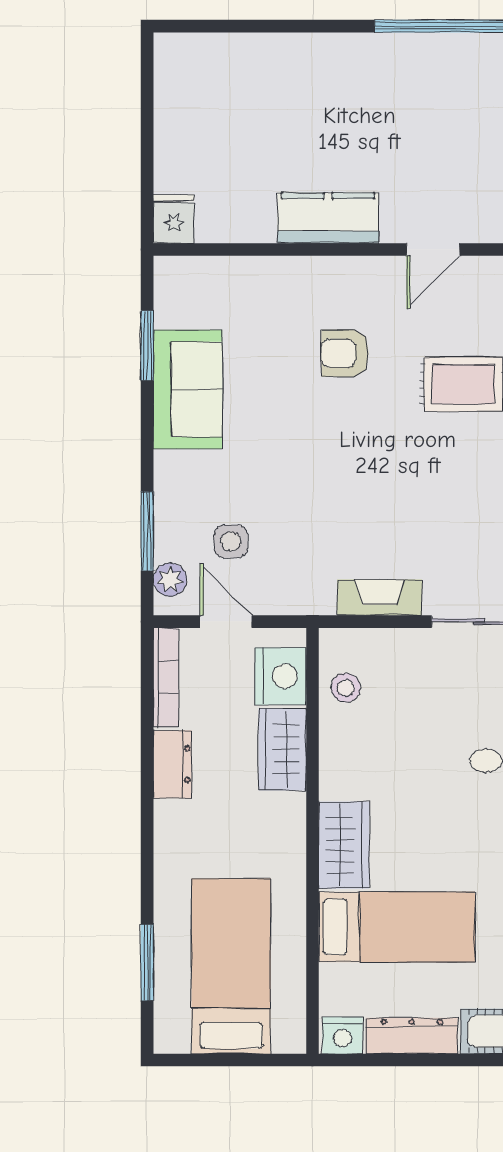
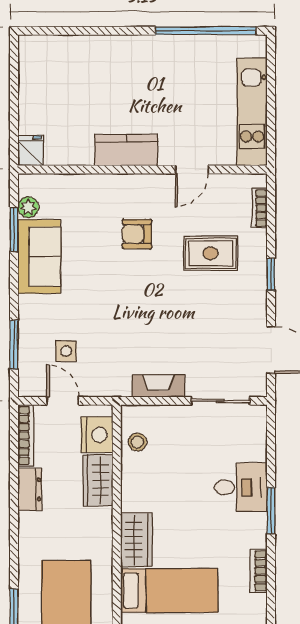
plant: (170, 580) -> (28, 207), moved

